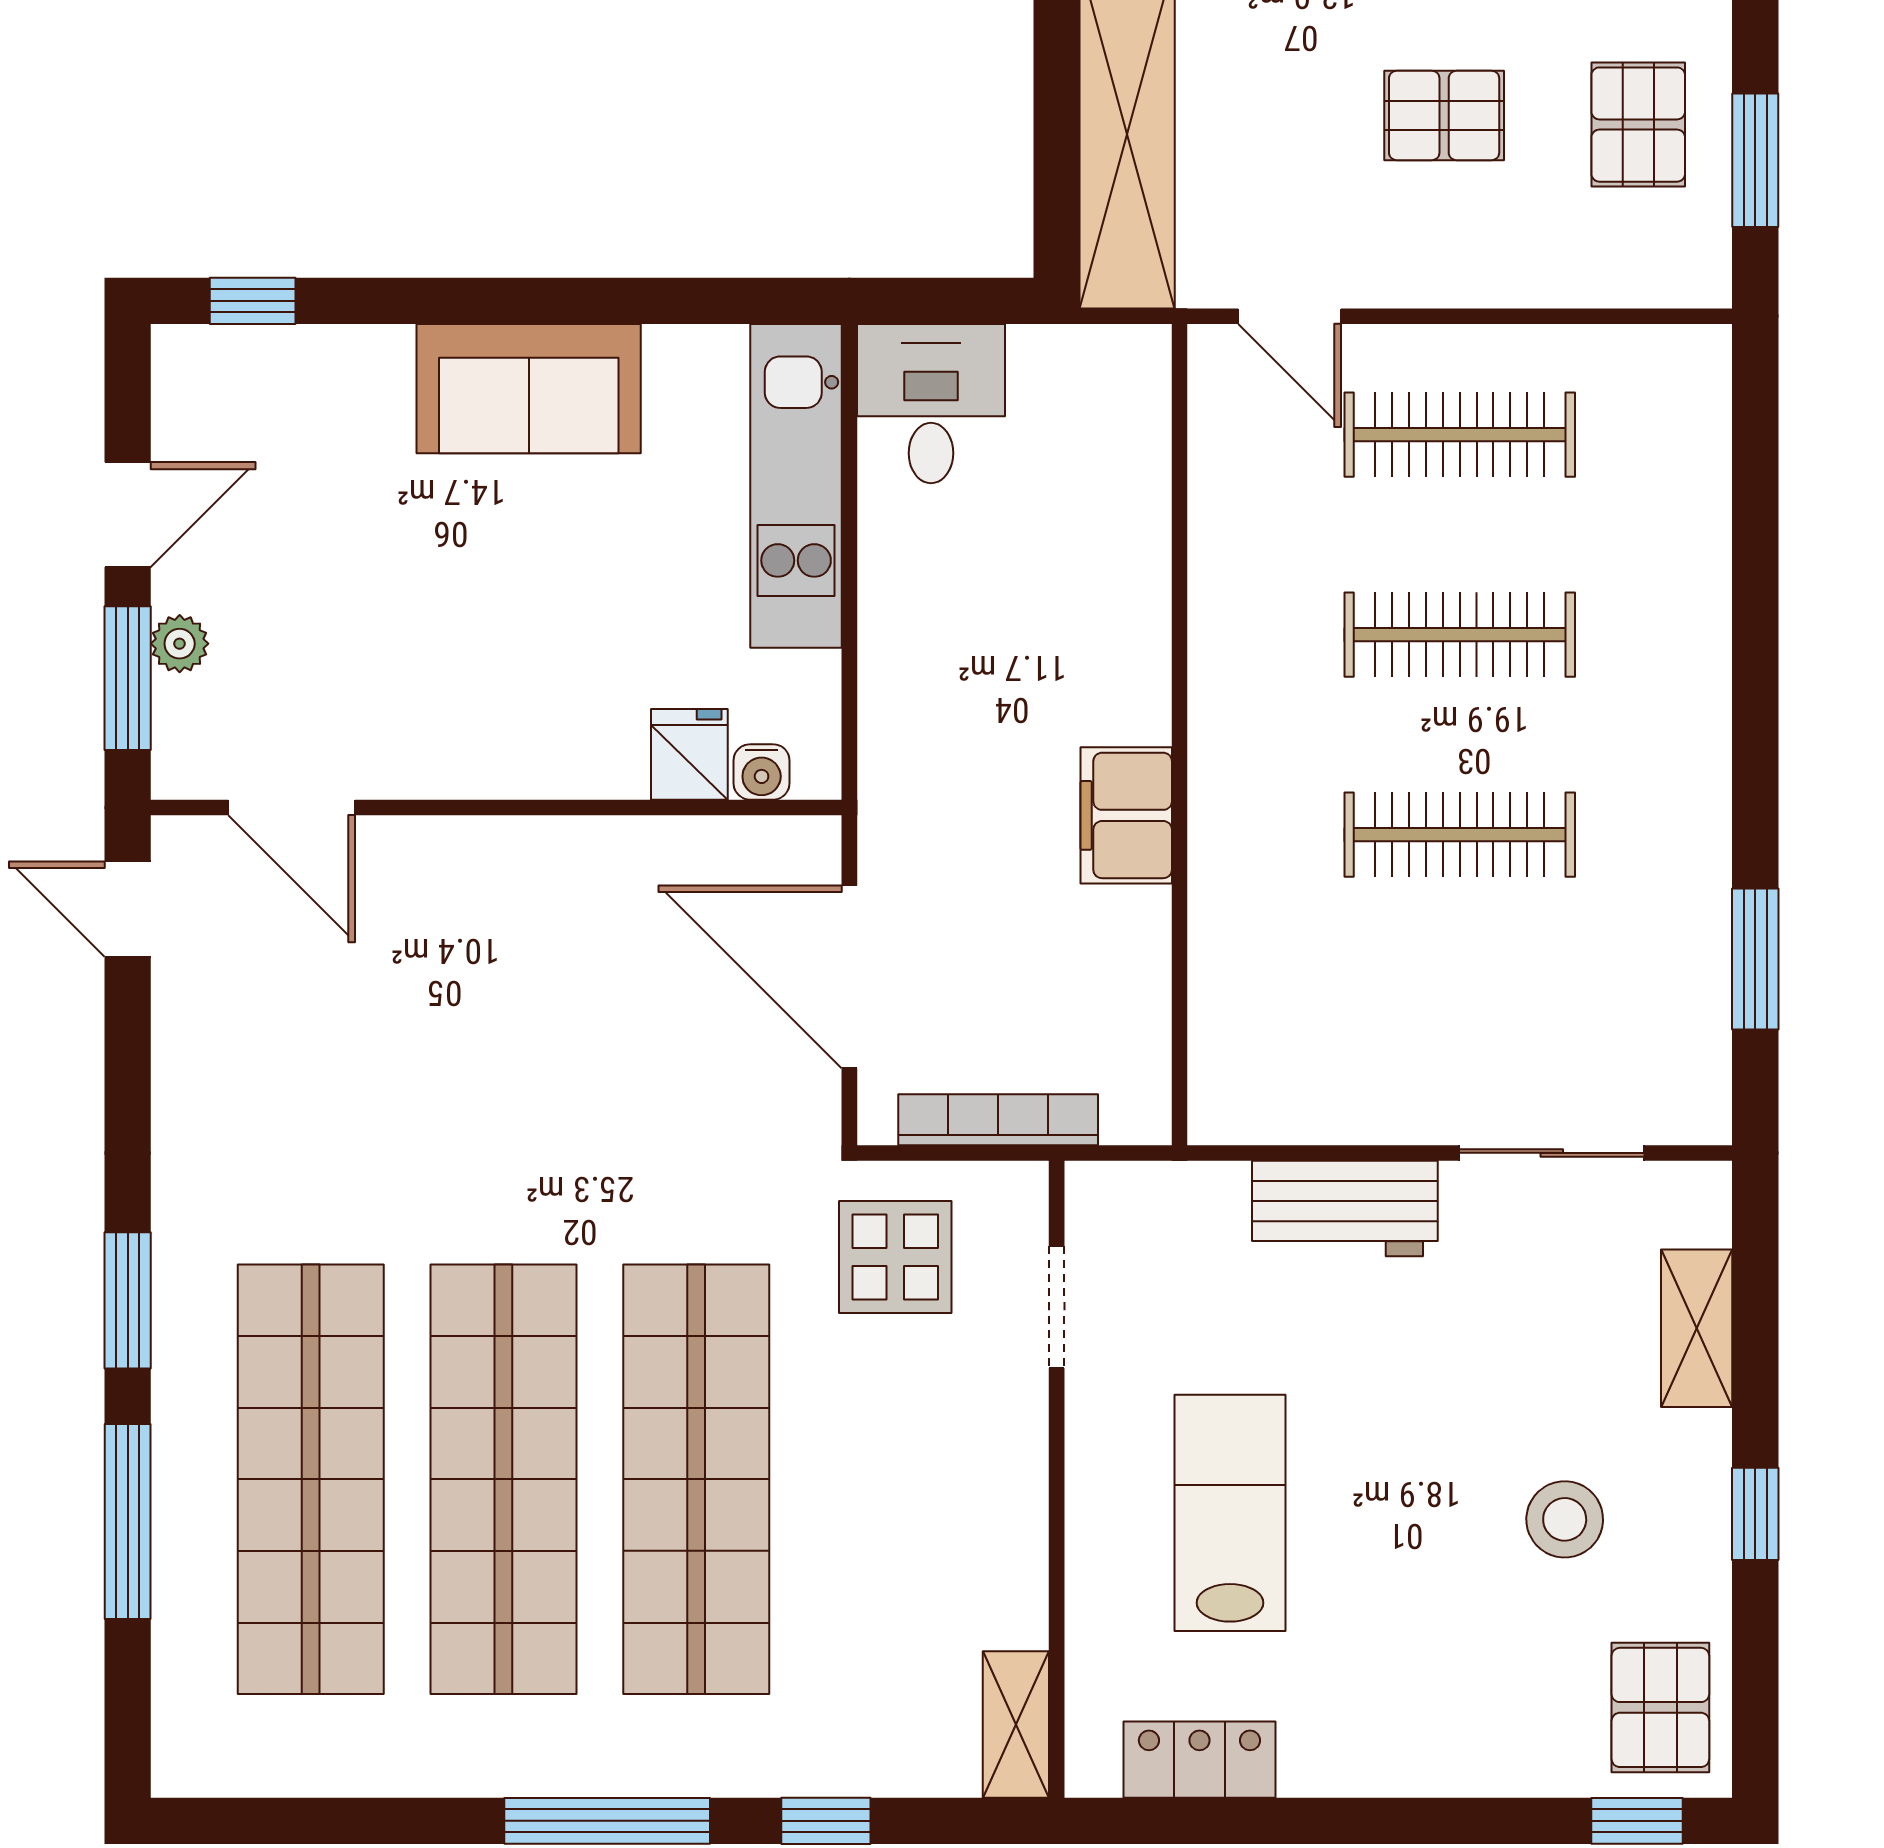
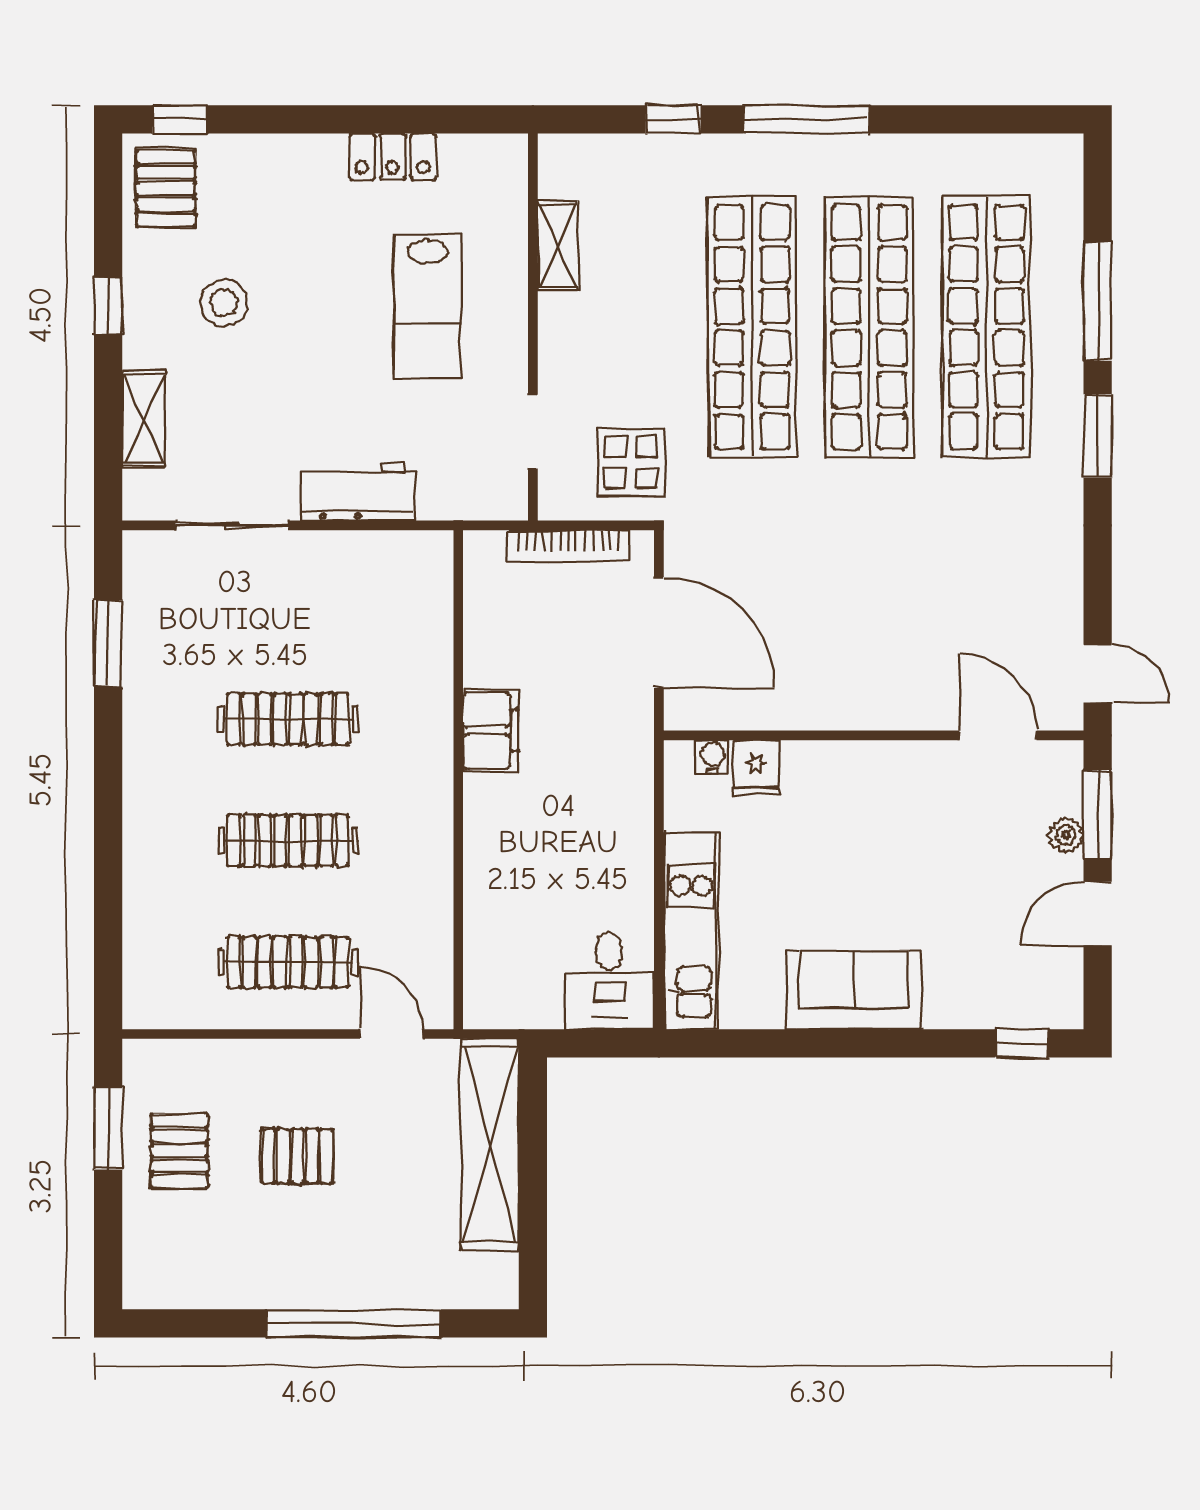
shelving: (1016, 1725) -> (558, 245), moved
locker: (1199, 1760) -> (393, 157), moved

